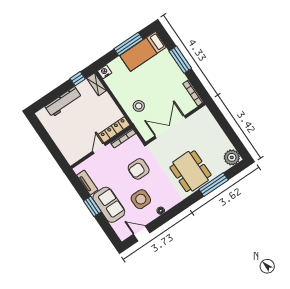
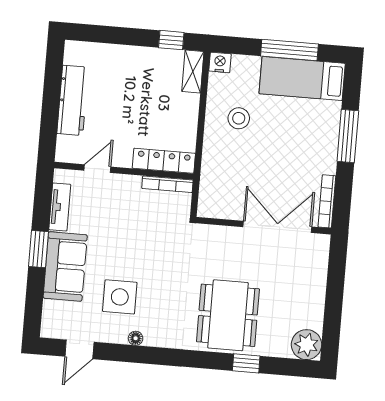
workbench: (63, 102) -> (73, 100), moved, turned -90
stool: (139, 106) -> (239, 118), moved
double door: (170, 127) -> (277, 227), moved
door: (99, 148) -> (97, 169), moved
armchair: (139, 169) -> (153, 249), removed
window: (214, 185) -> (246, 363), width x0.46
door: (142, 234) -> (79, 349), swing flipped

